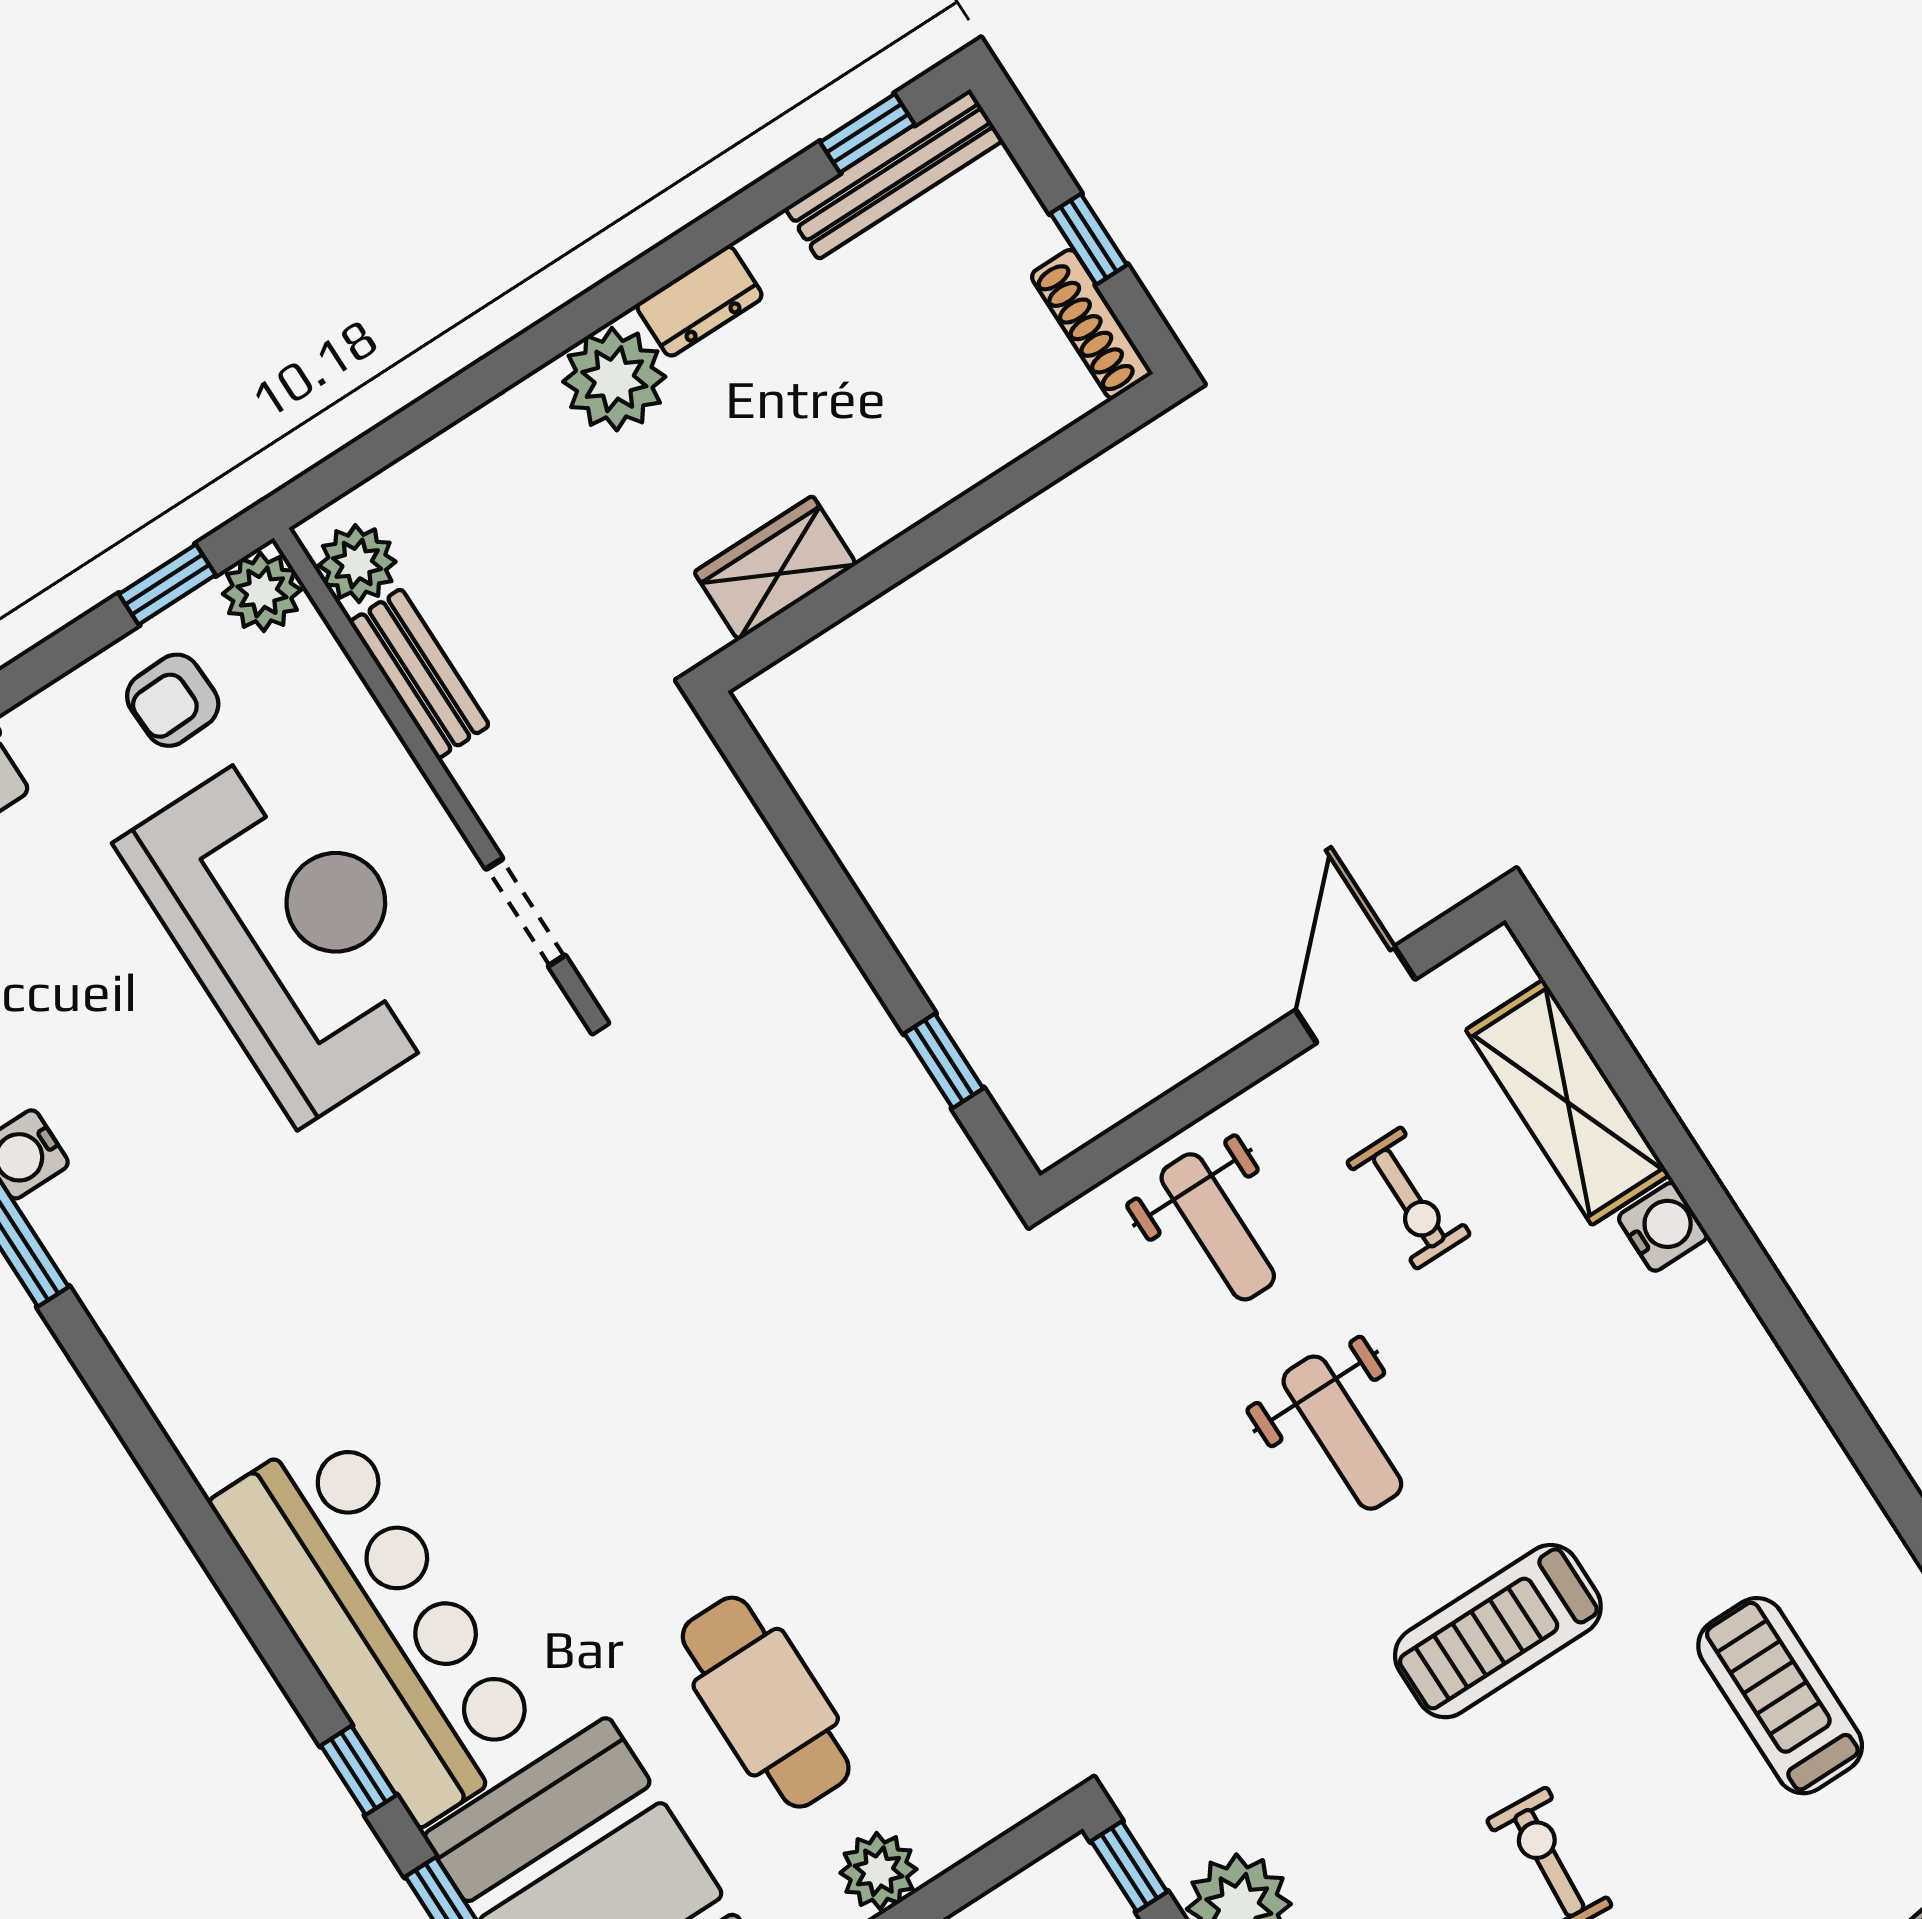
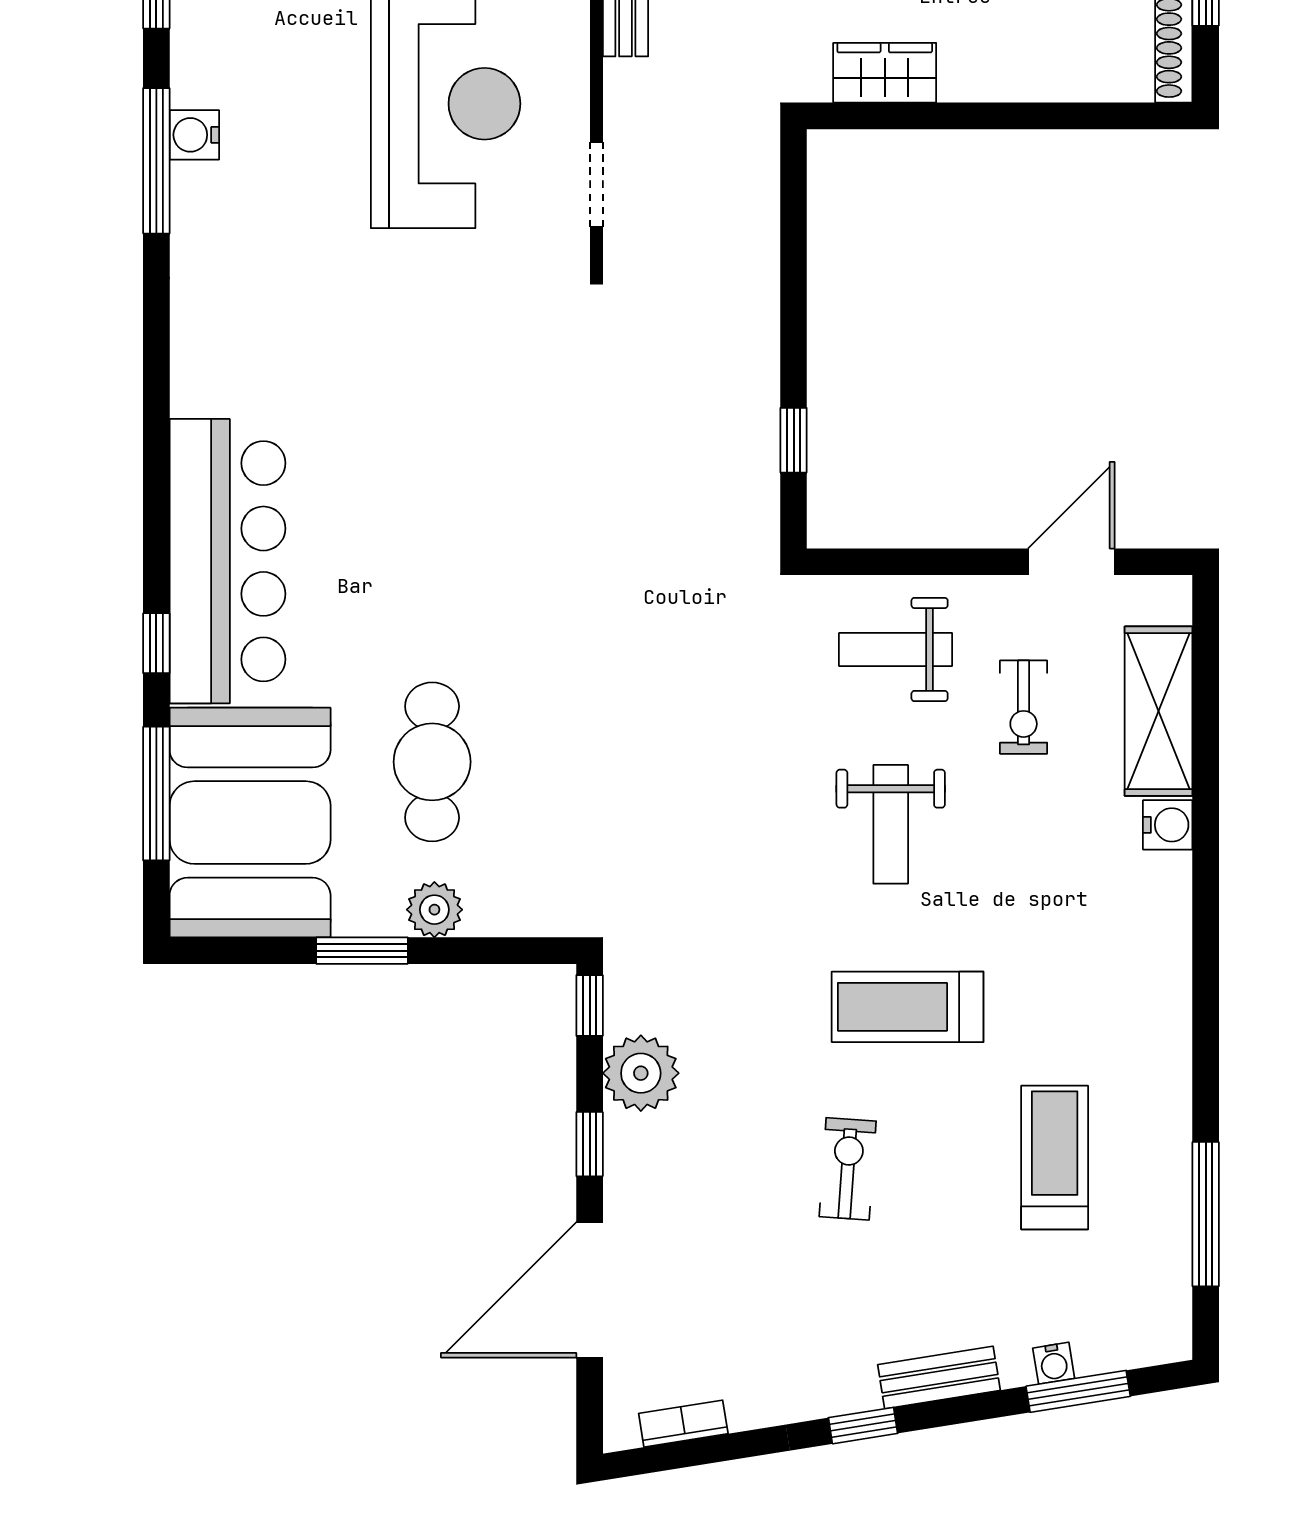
weight bench: (1218, 1227) -> (896, 649), turned 90

